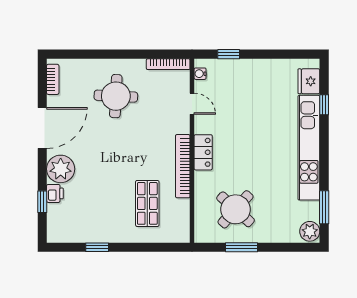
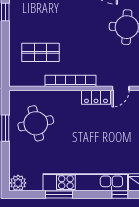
locker: (203, 152) -> (96, 97), moved
window: (324, 207) -> (59, 195), moved
round table: (236, 209) -> (36, 123), turned 35

